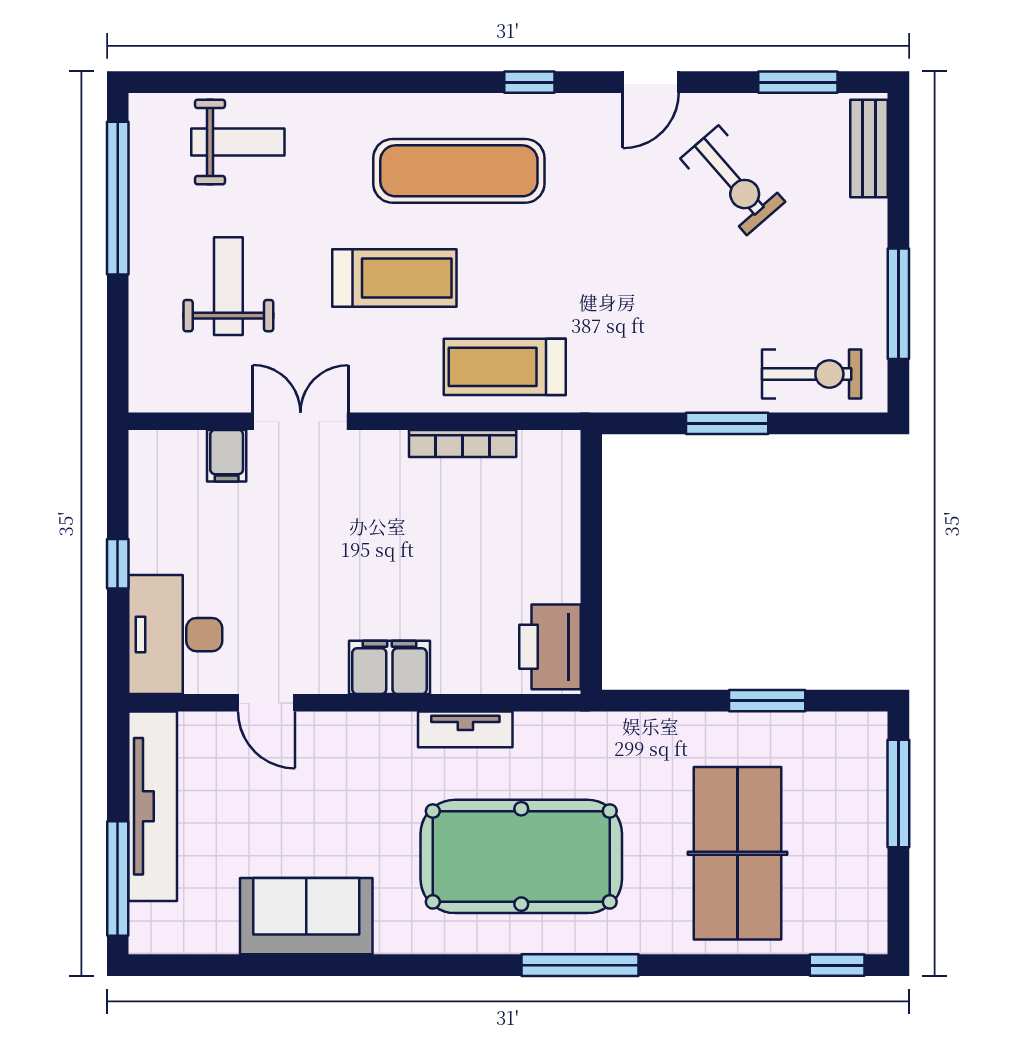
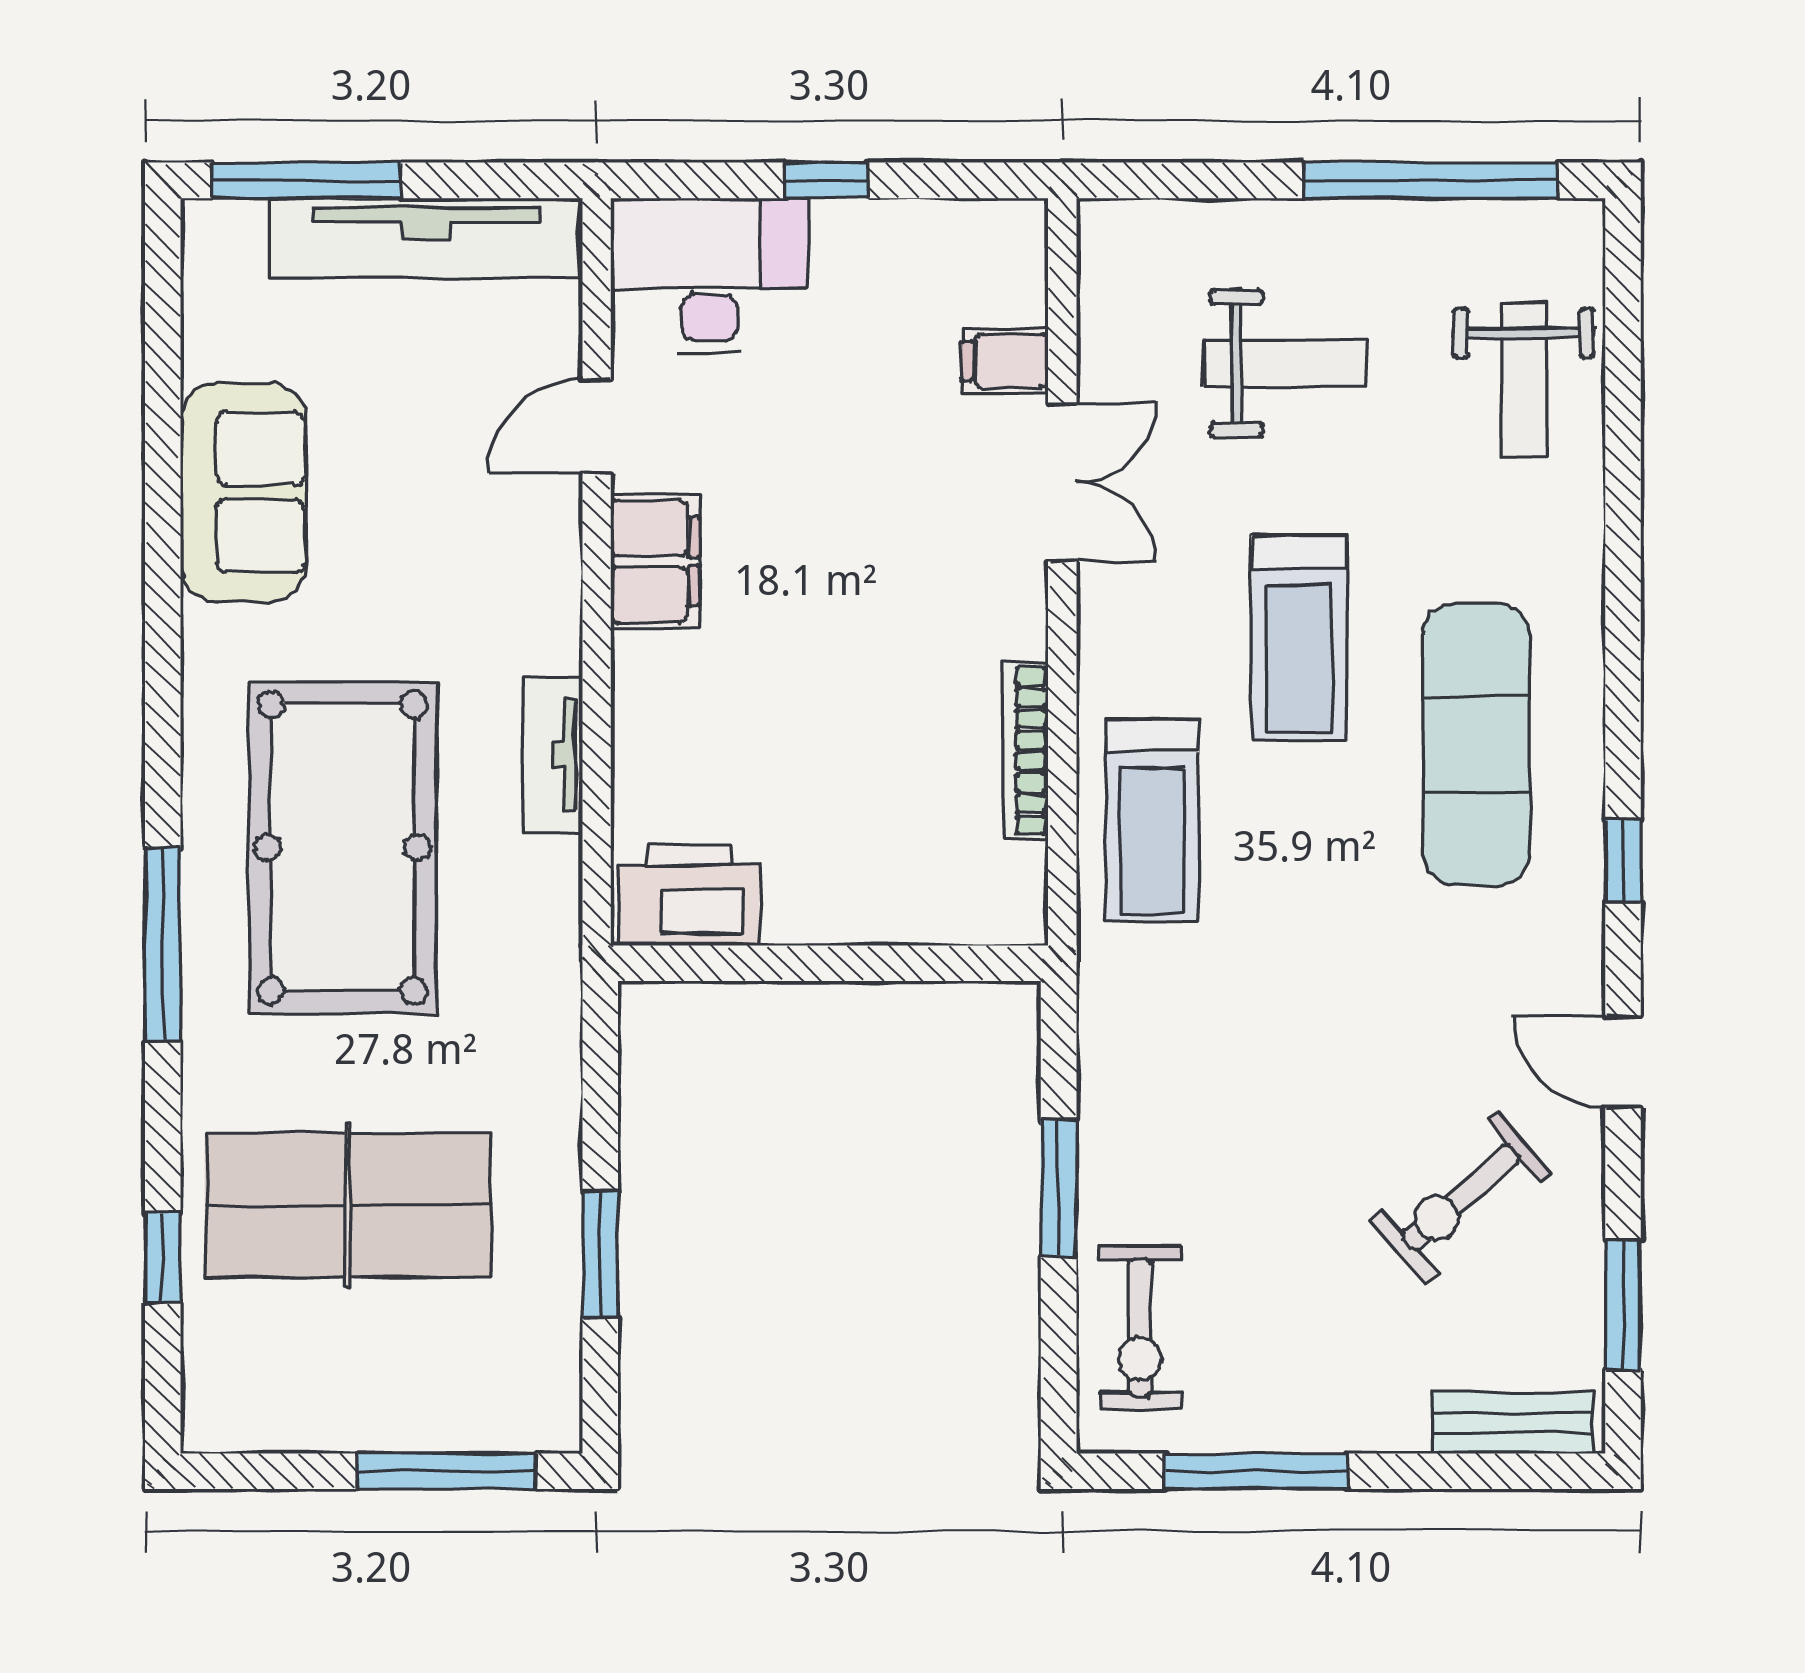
treadmill: (505, 367) -> (1152, 820), turned 180
filing cabinet: (389, 667) -> (655, 562), moved
window: (837, 965) -> (163, 1258), moved

